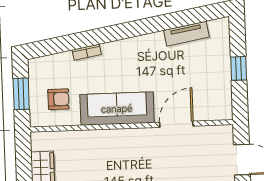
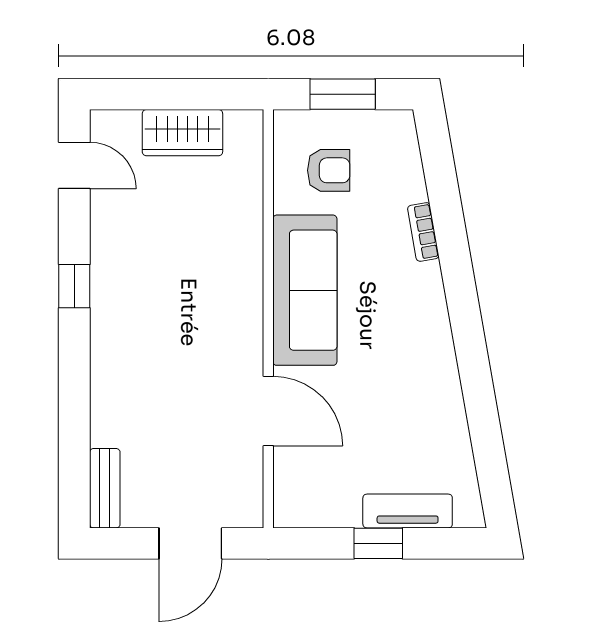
tv unit: (186, 34) -> (408, 511), moved, turned 100
armchair: (58, 99) -> (329, 170), turned -90

